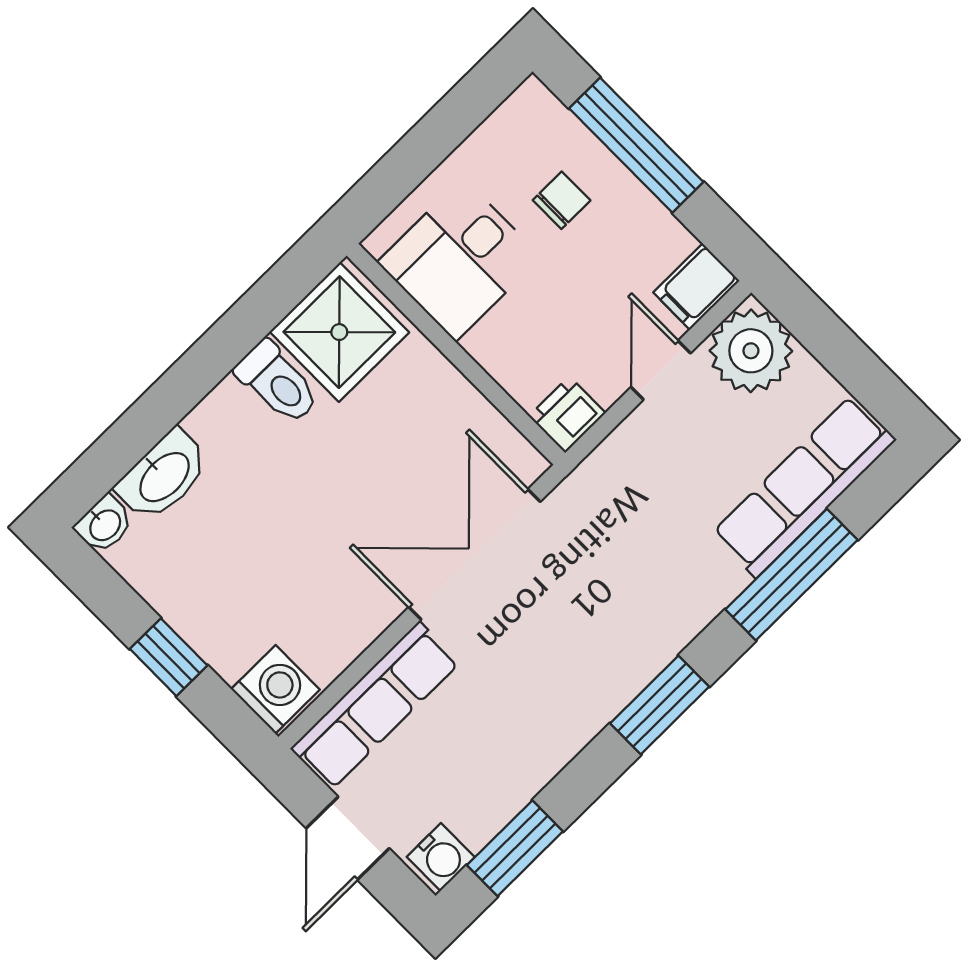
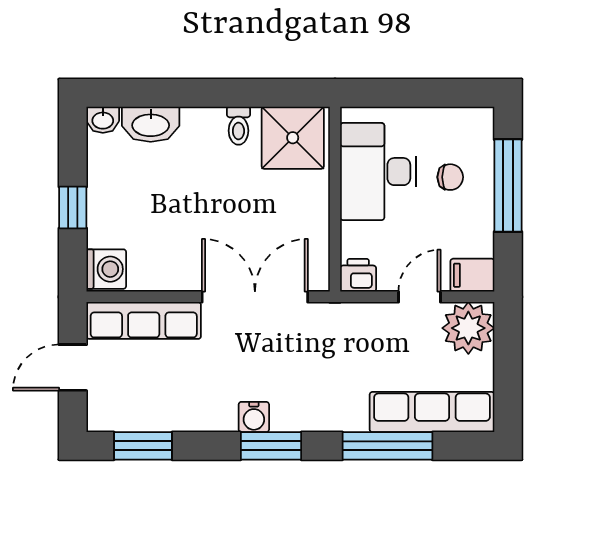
desk: (459, 260) -> (378, 172), width x1.37
toilet: (278, 383) -> (238, 126), width x0.73, depth x0.72
water cooler: (441, 857) -> (254, 417), moved

